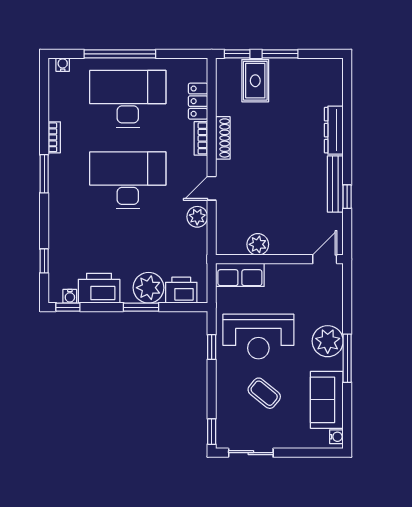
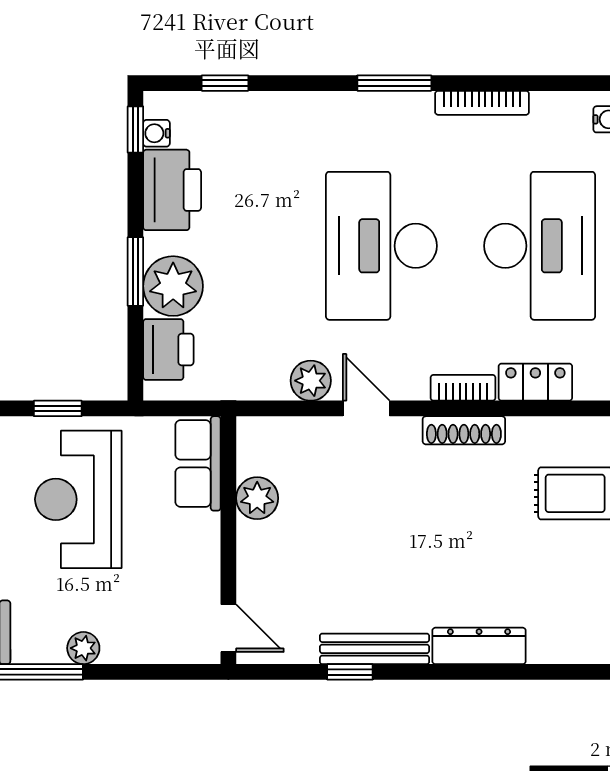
bookcase: (54, 137) -> (482, 103), width x1.56
desk: (128, 180) -> (381, 246), turned 180
plant: (328, 341) -> (83, 648), width x0.53, depth x0.53

